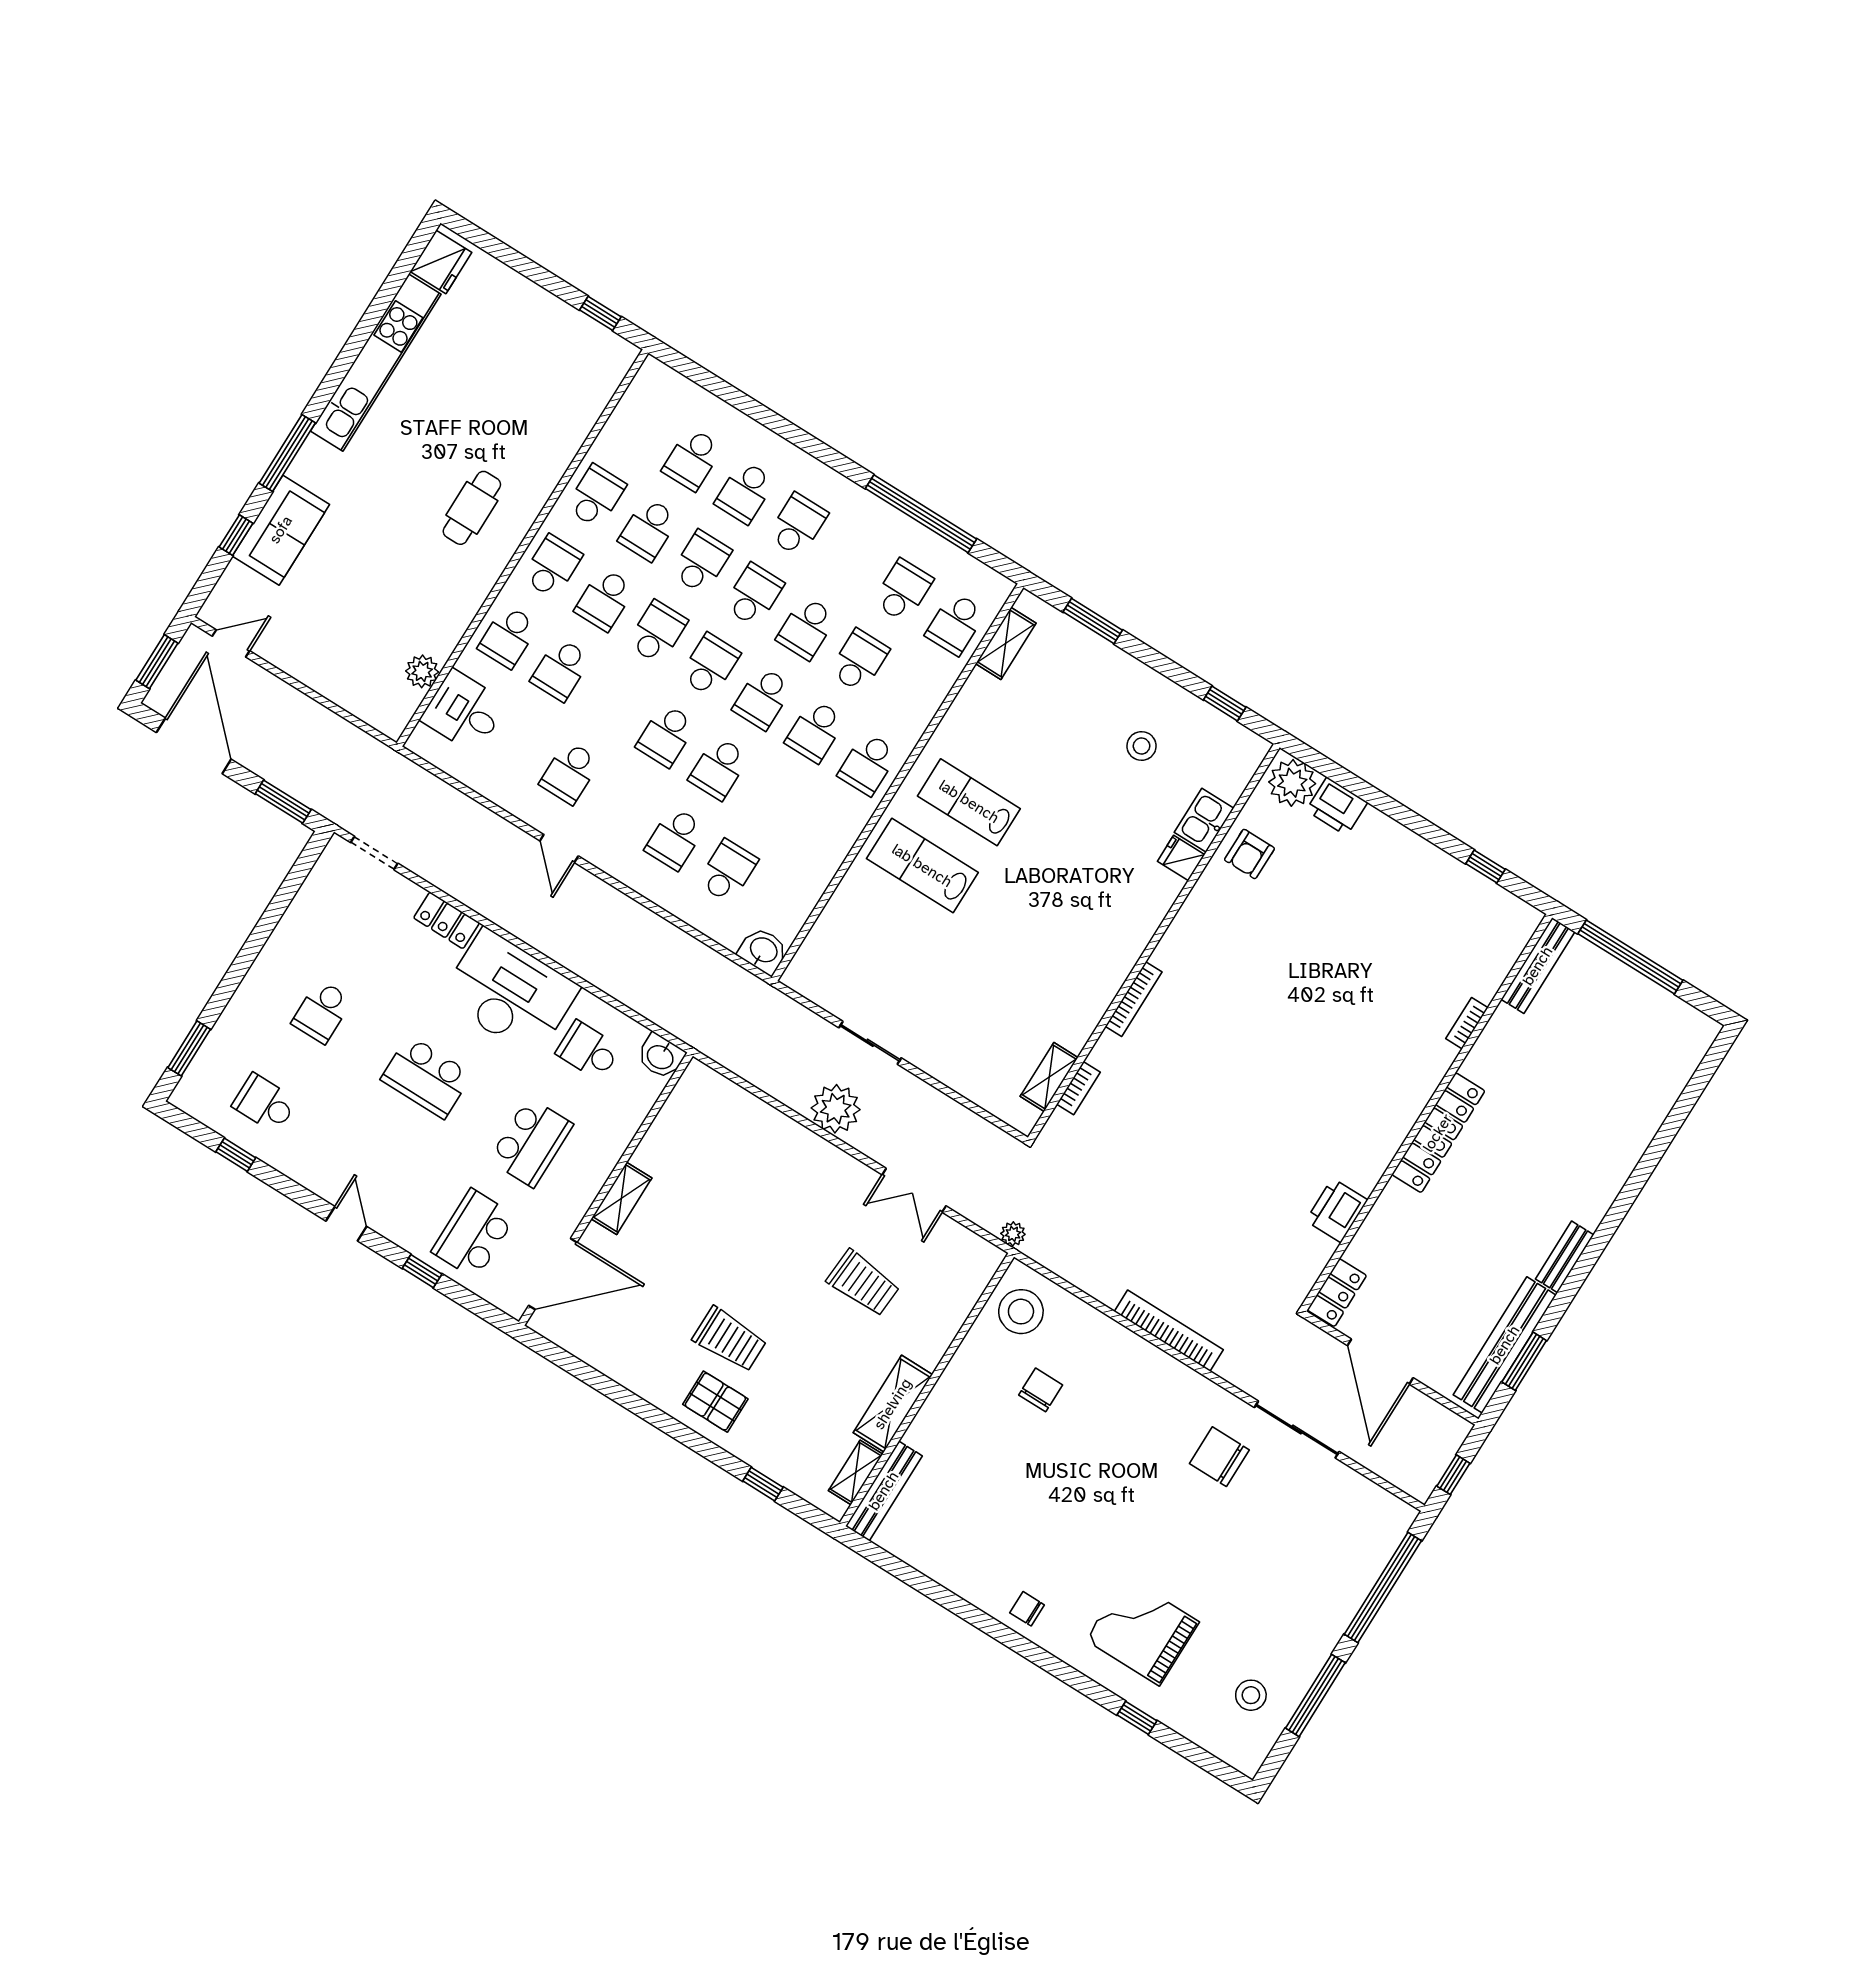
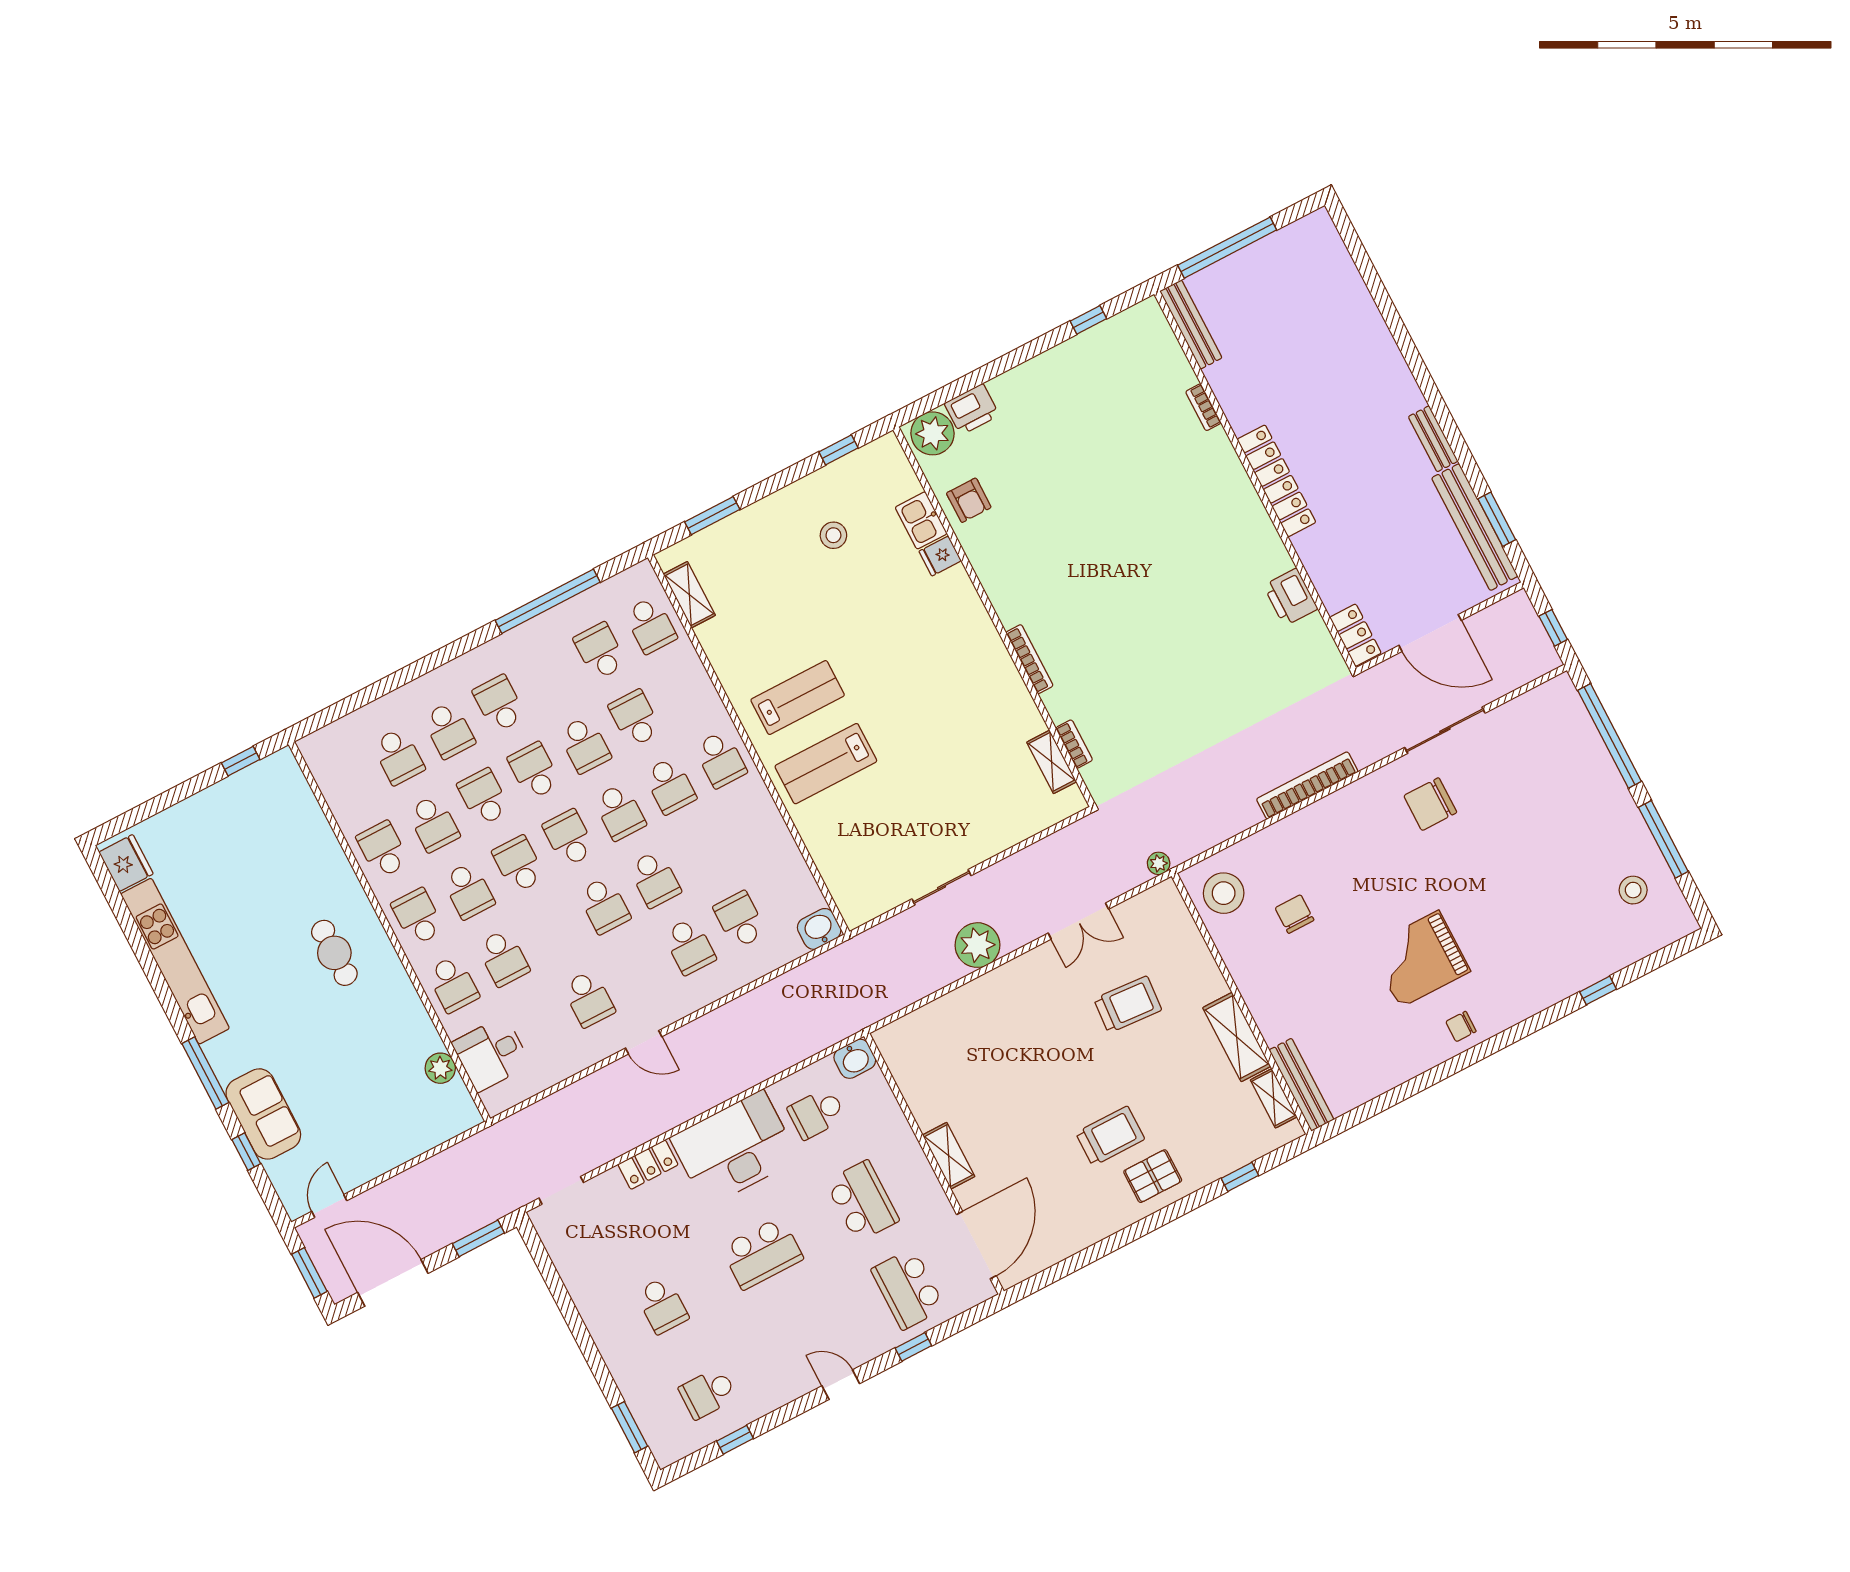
lab bench: (969, 802) -> (798, 698), turned 180
grand piano: (1142, 1631) -> (1419, 959), moved

